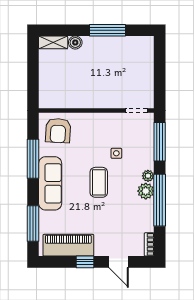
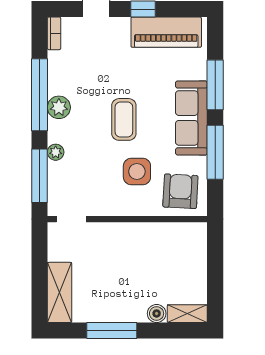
shelving: (145, 58) -> (60, 292), added
side table: (116, 153) -> (137, 172), moved, width x1.87, depth x1.87
plant: (148, 176) -> (56, 152), moved
window: (33, 224) -> (215, 85), moved

